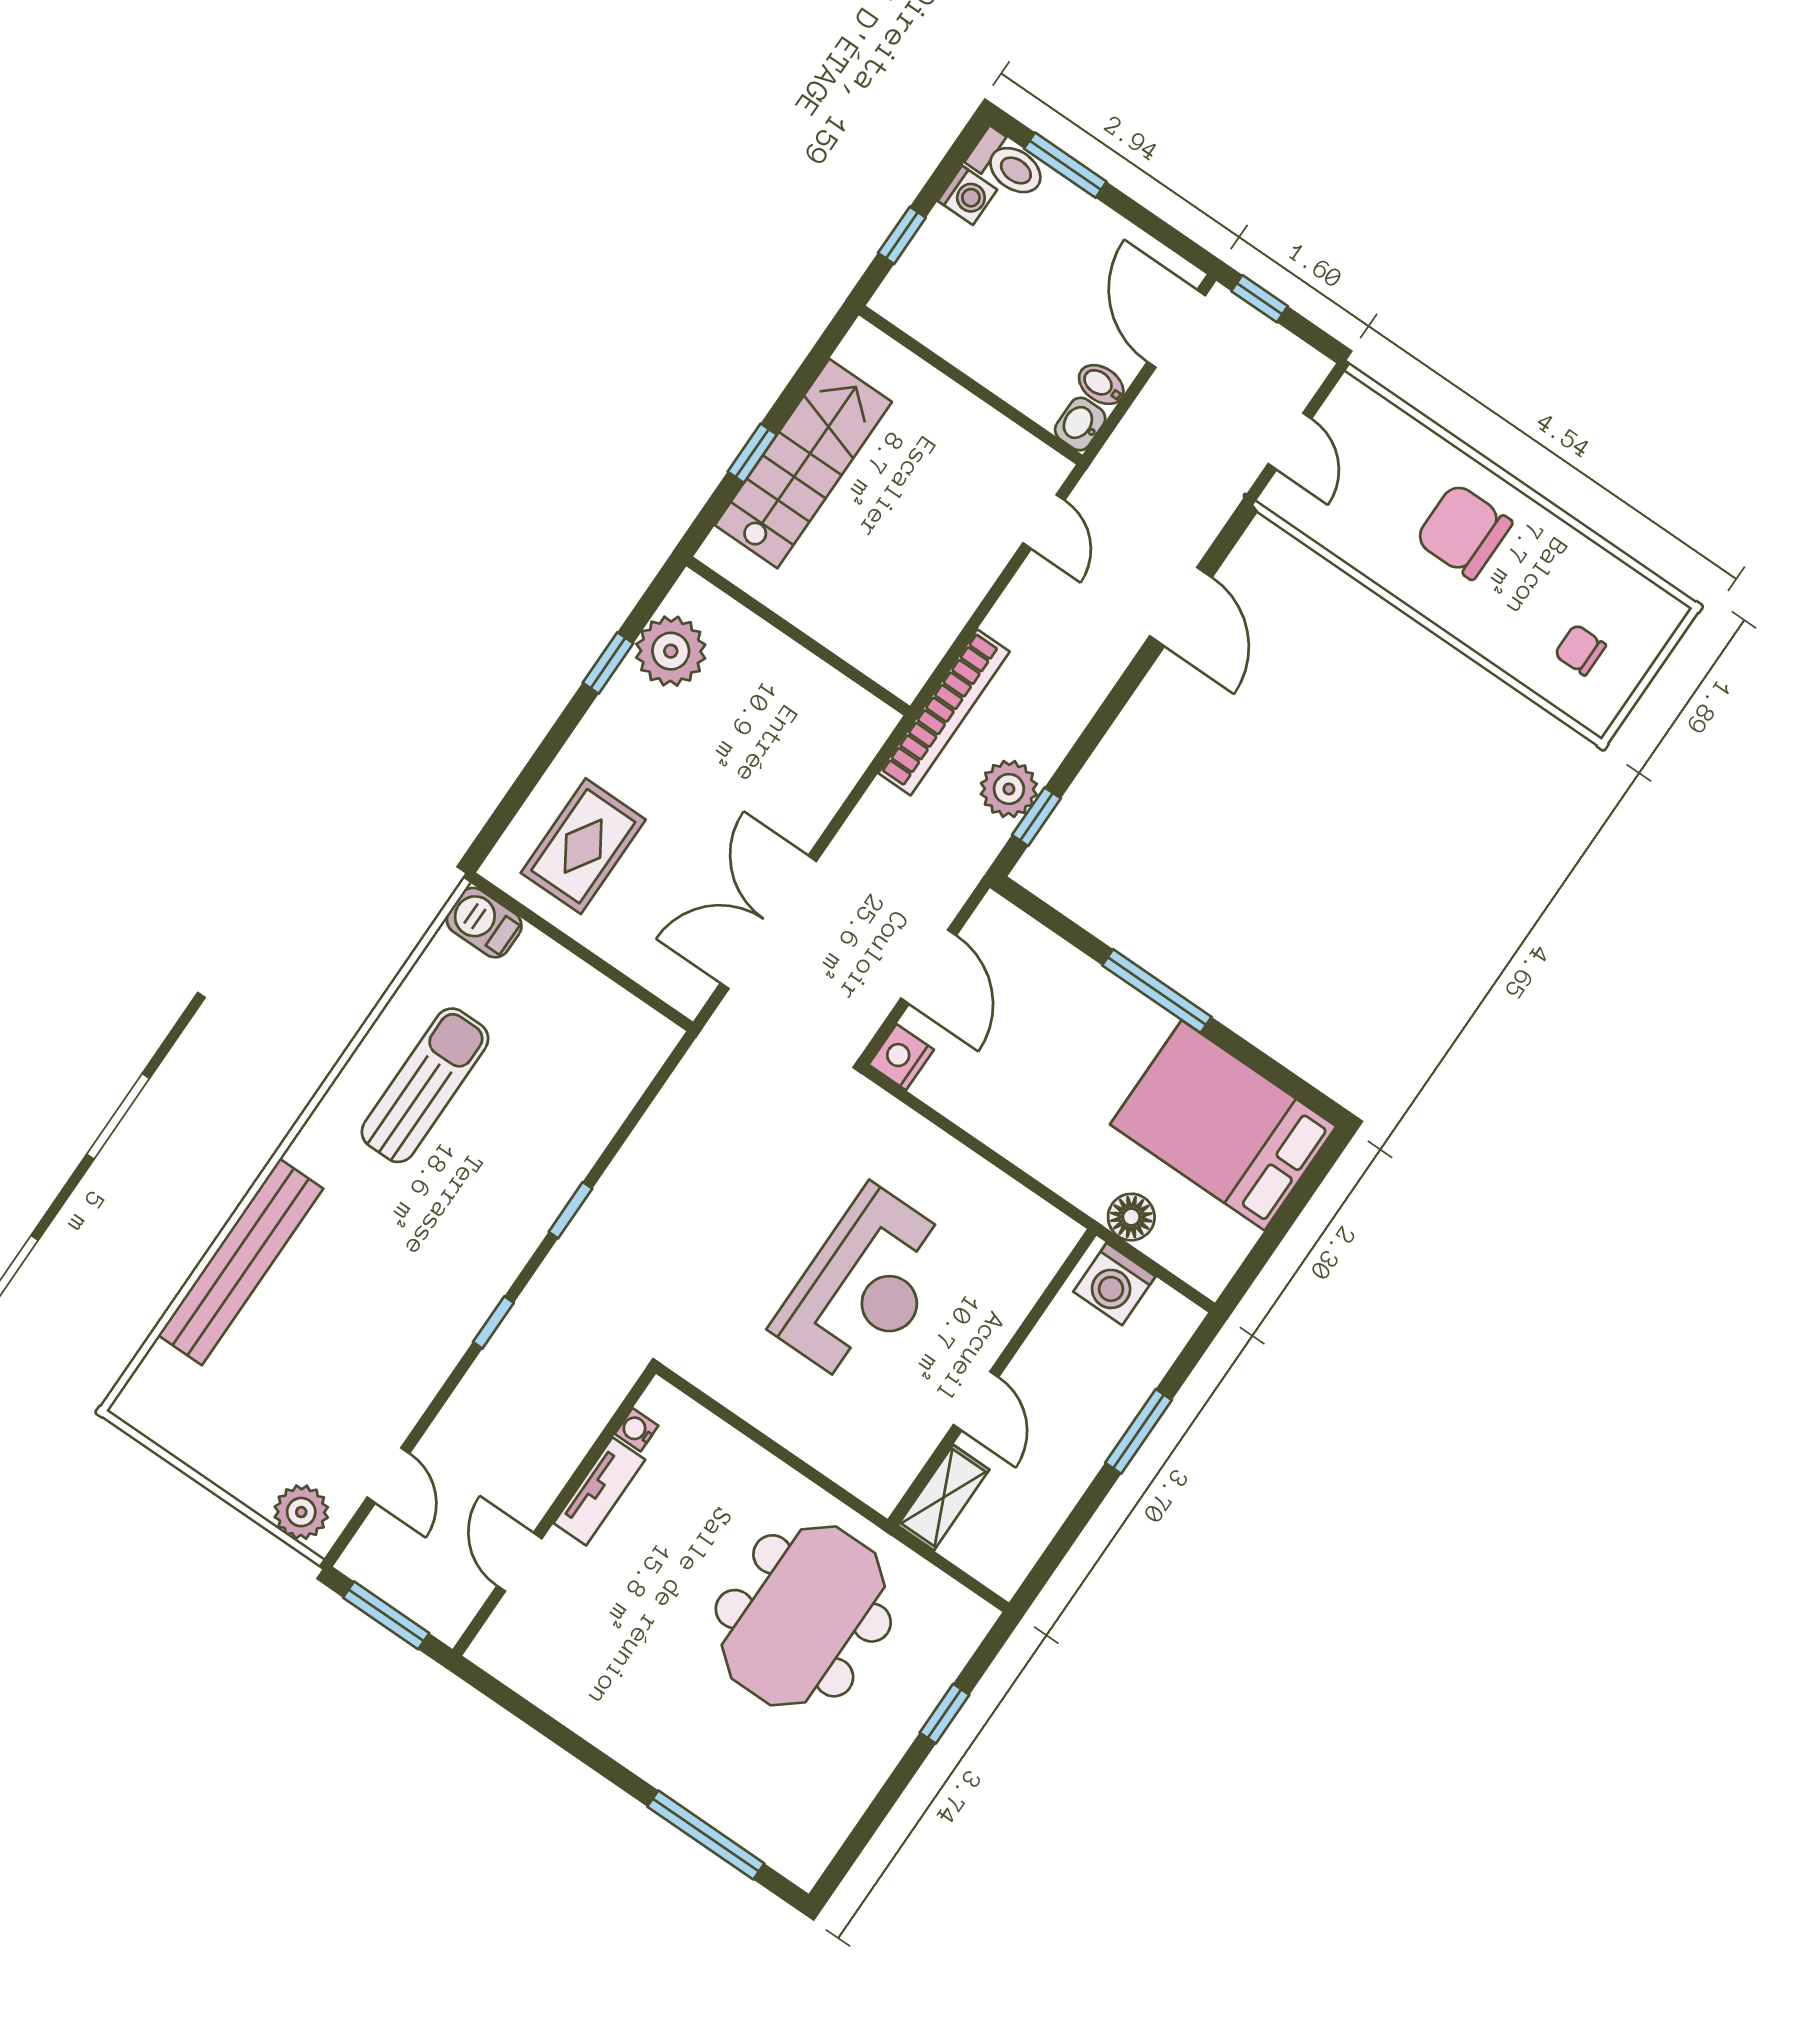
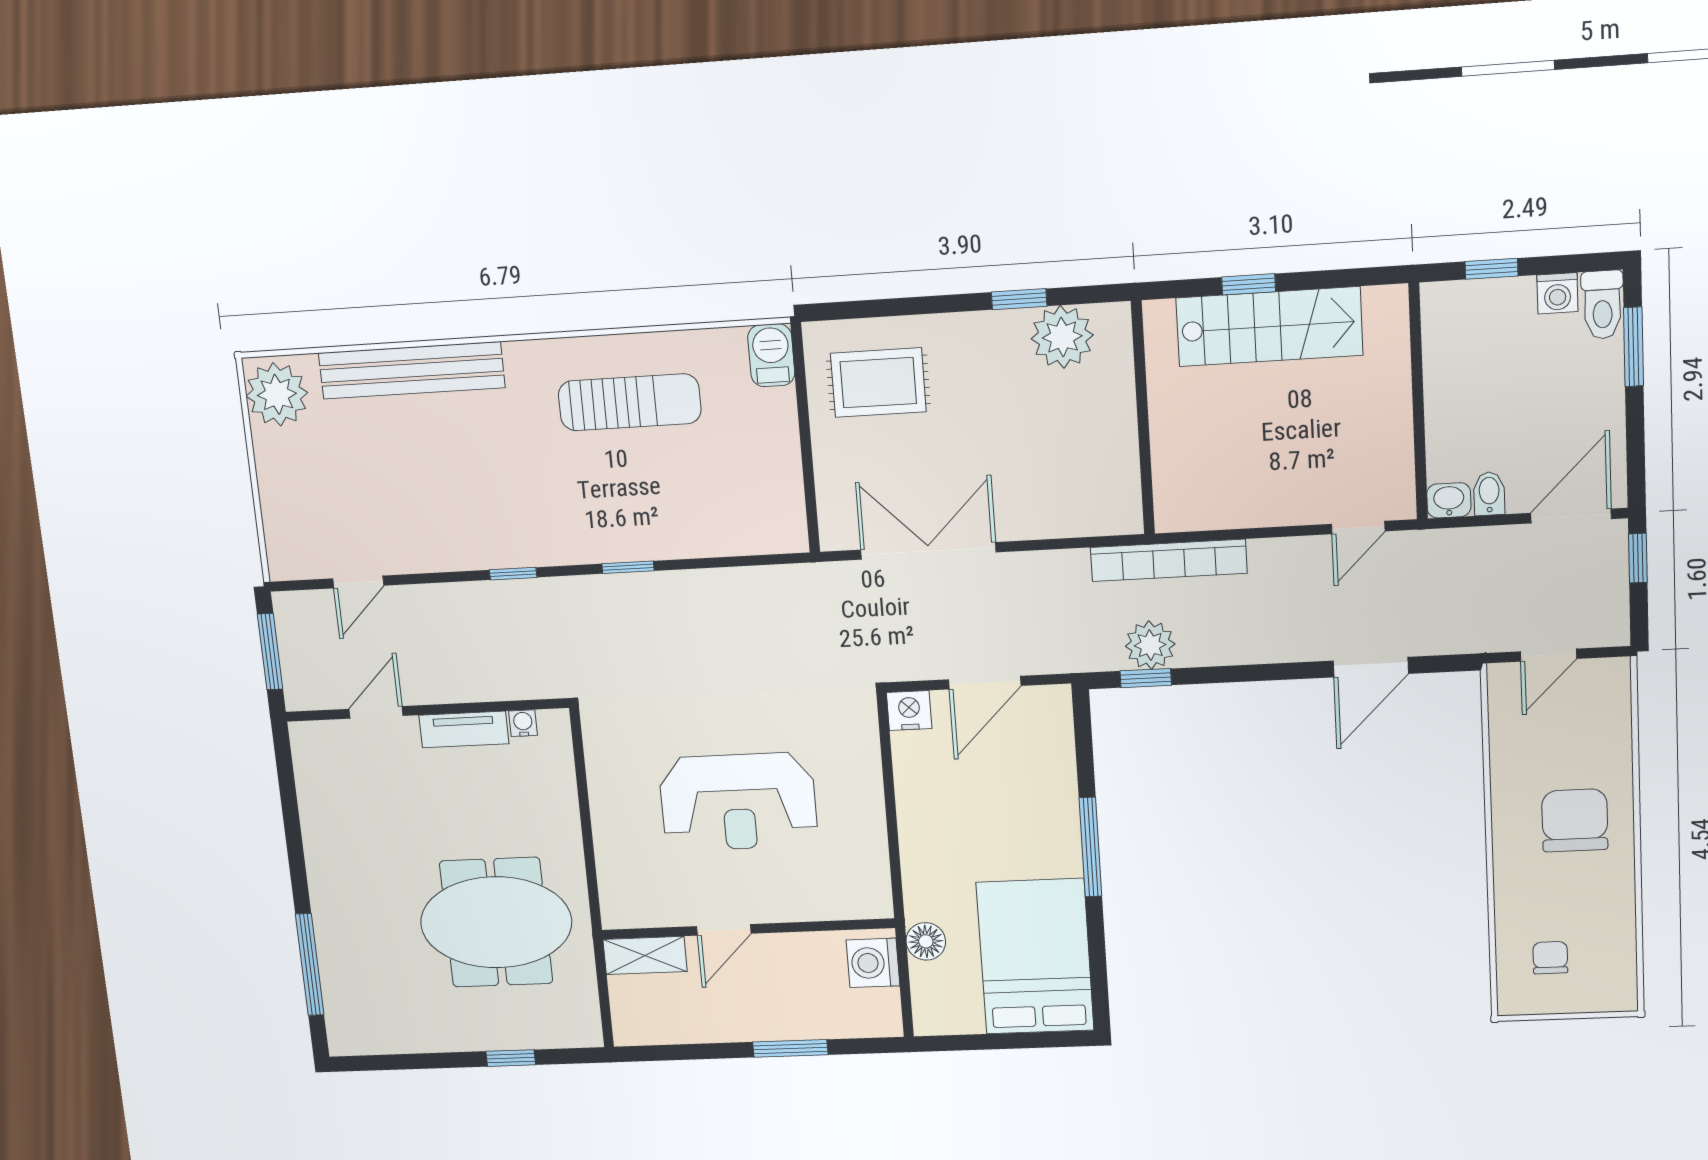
plant: (301, 1512) -> (277, 394), moved, width x1.36, depth x1.36

